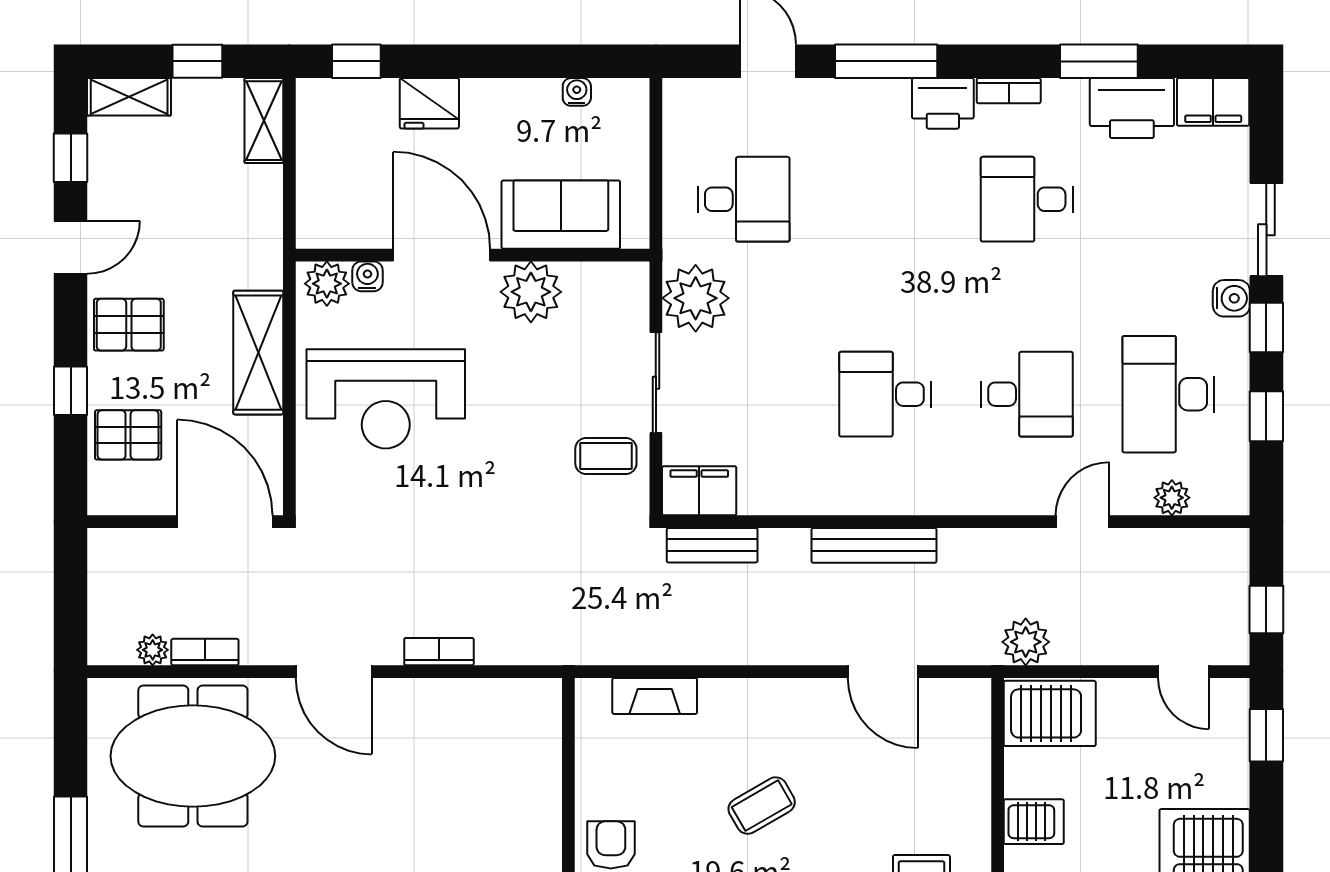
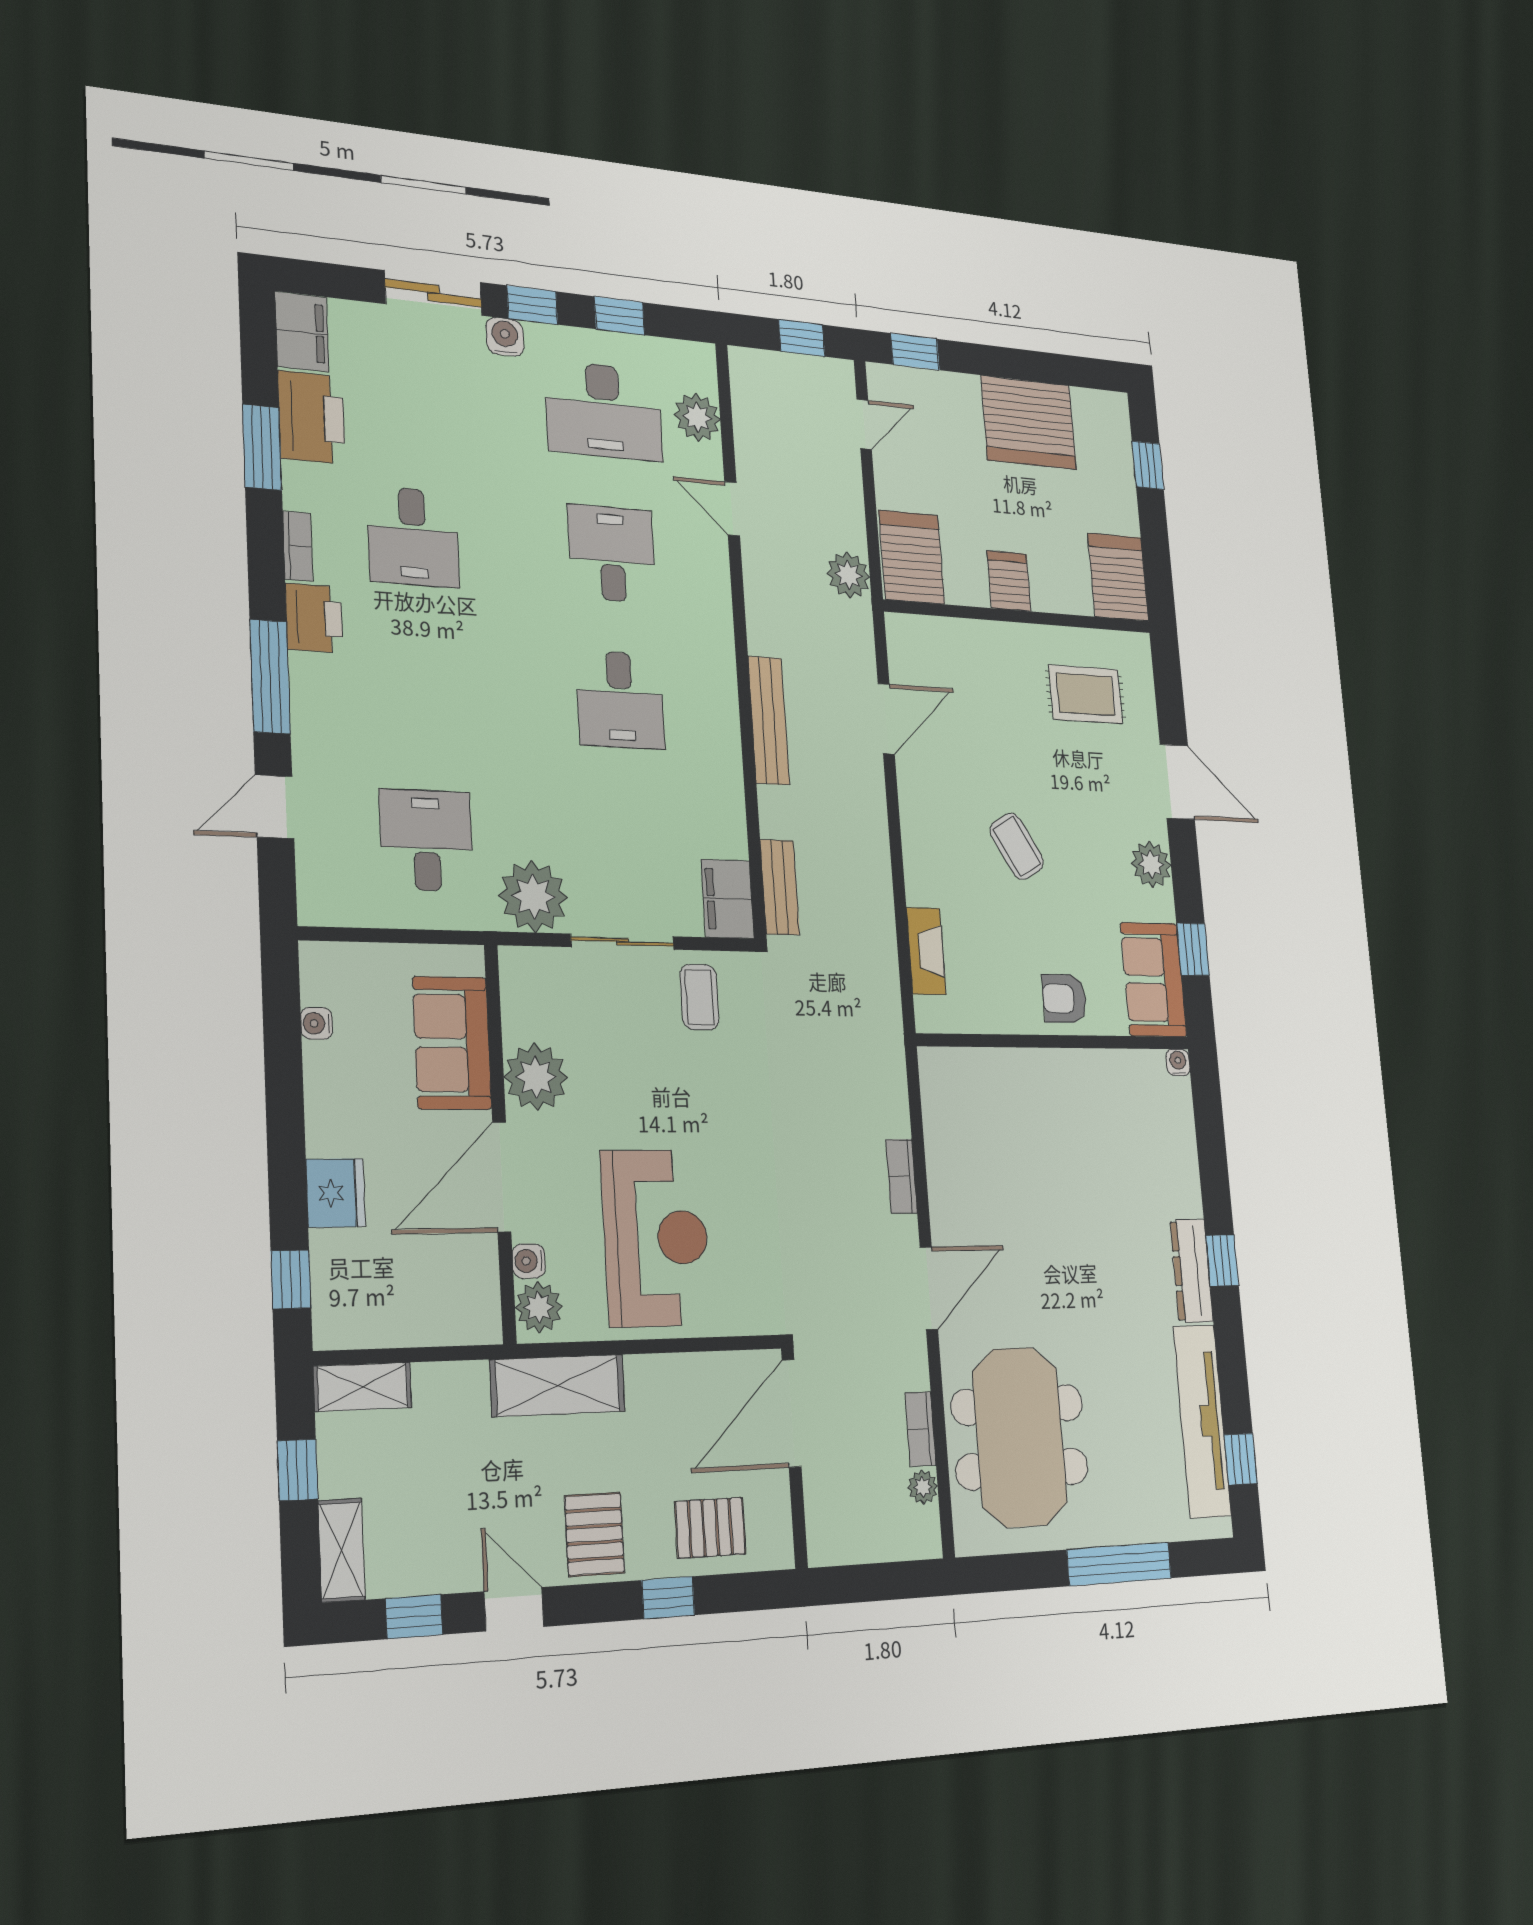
shelving: (258, 353) -> (558, 1385), moved
pallet: (128, 435) -> (710, 1528), turned 90
plant: (1172, 498) -> (697, 417), width x1.38, depth x1.38

